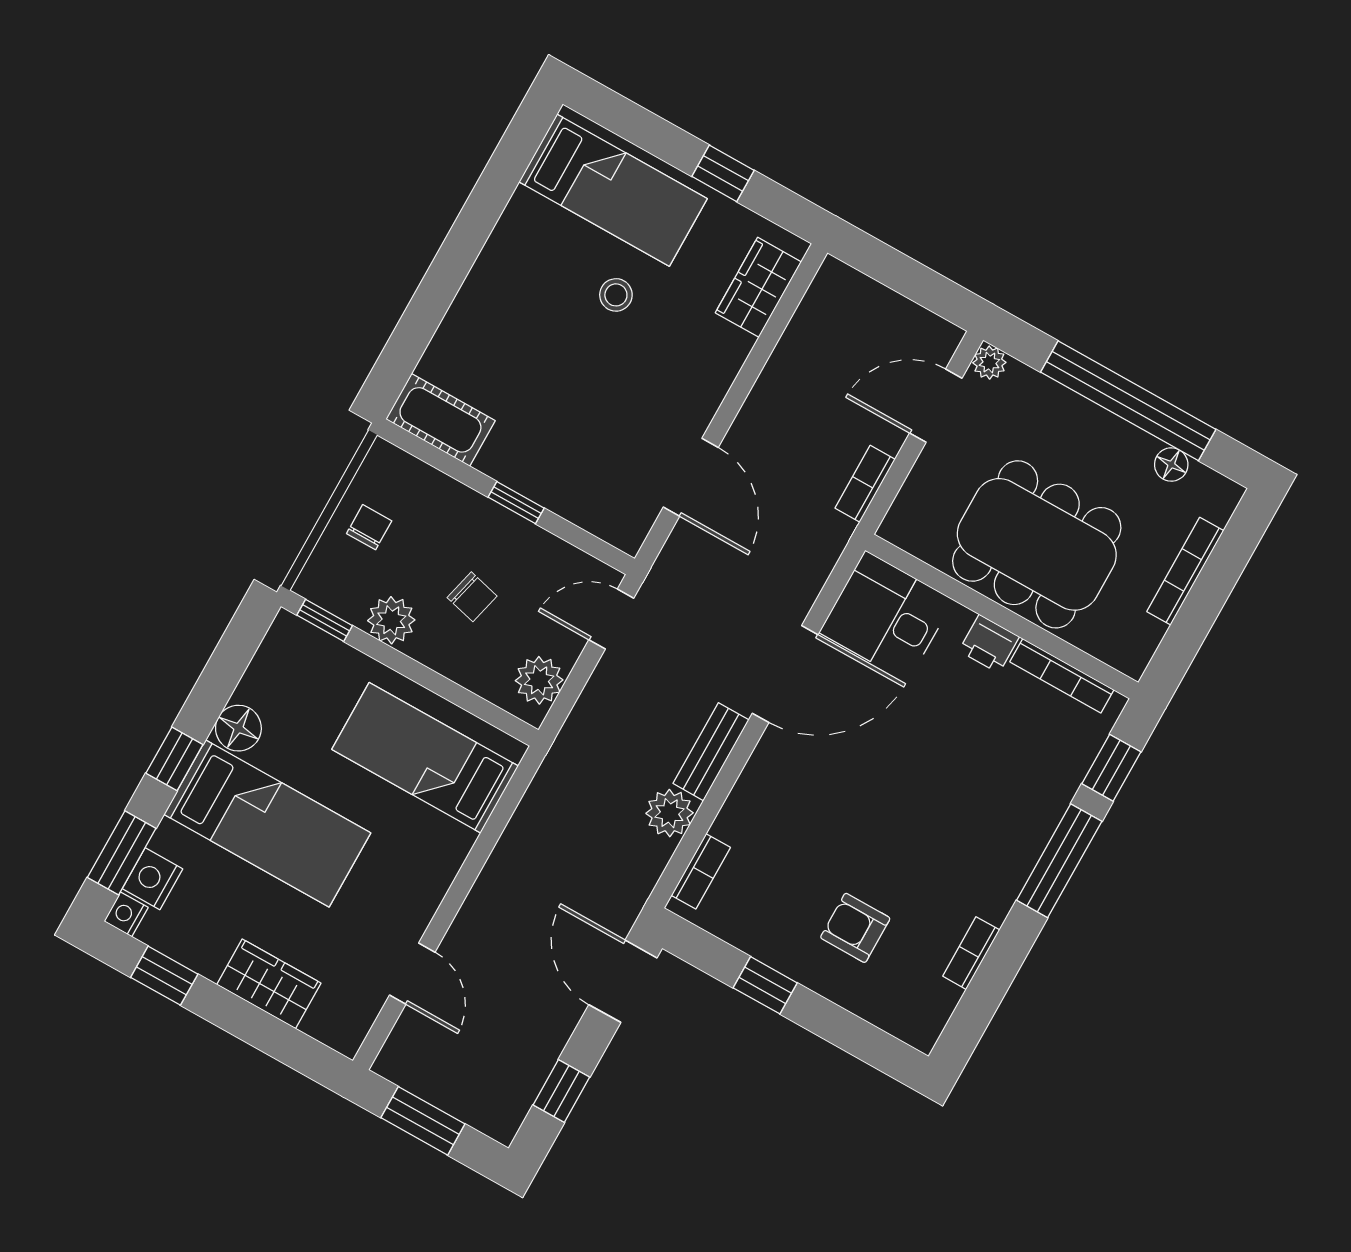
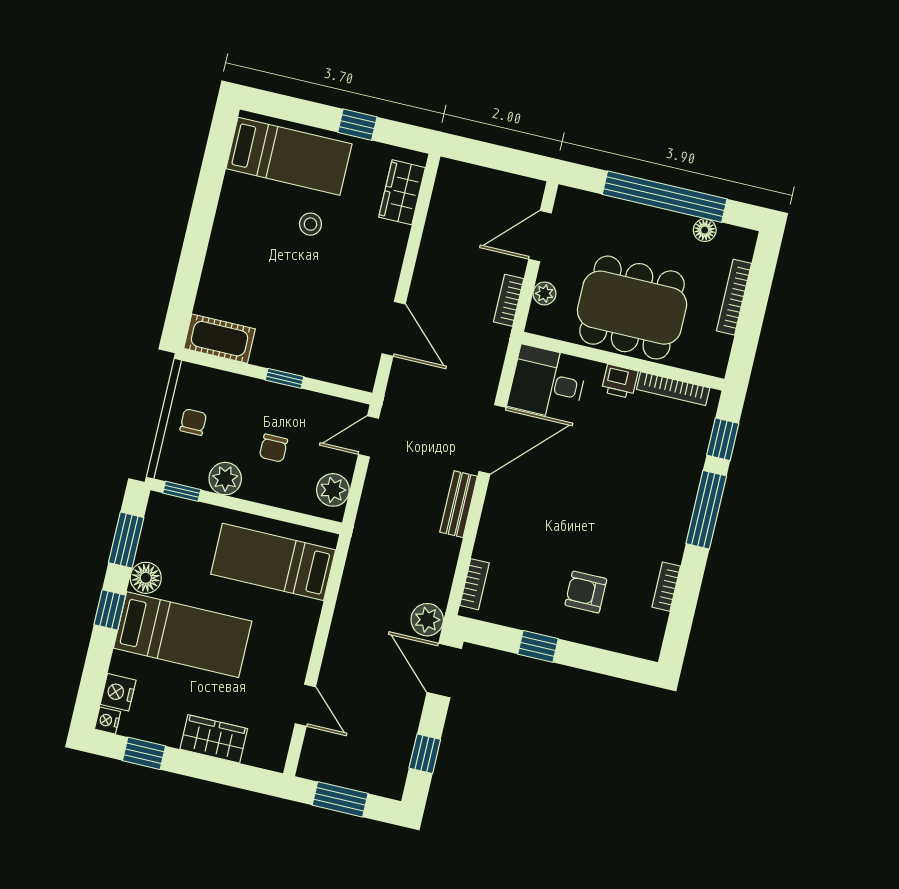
plant: (989, 363) -> (544, 293), moved
chair: (472, 597) -> (273, 448), turned 76
plant: (670, 813) -> (427, 620), moved
window: (122, 853) -> (126, 540), moved

